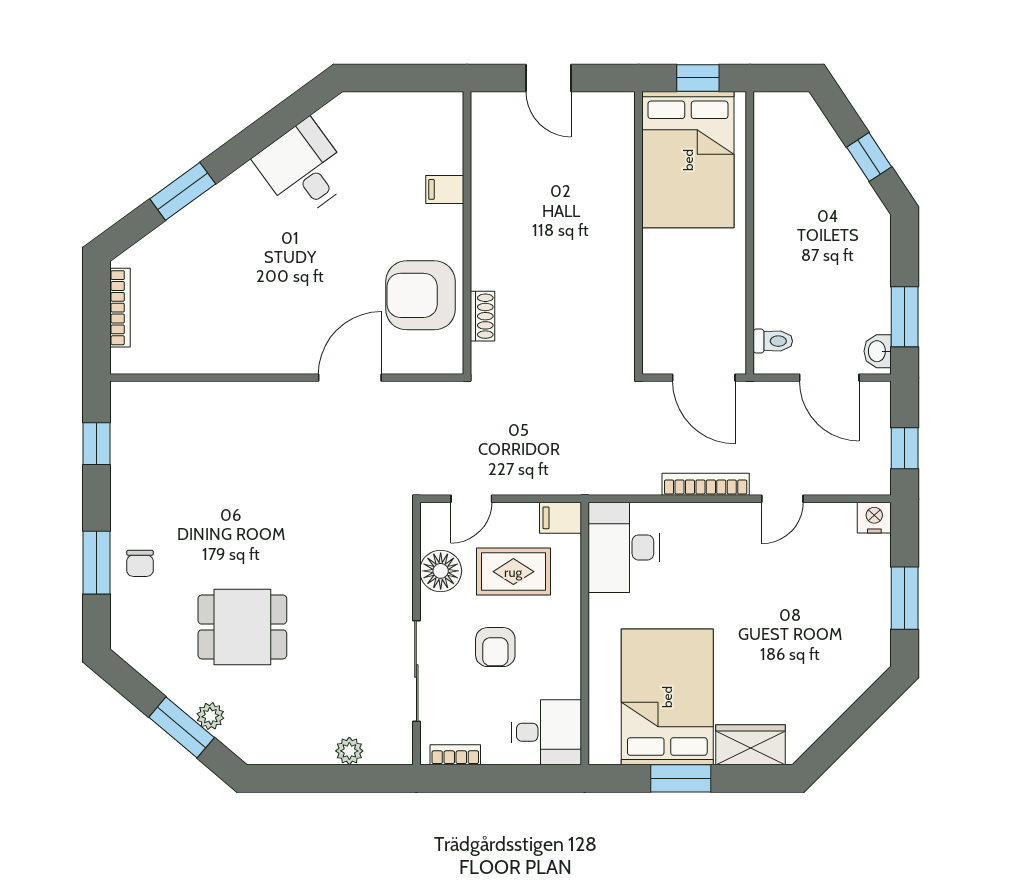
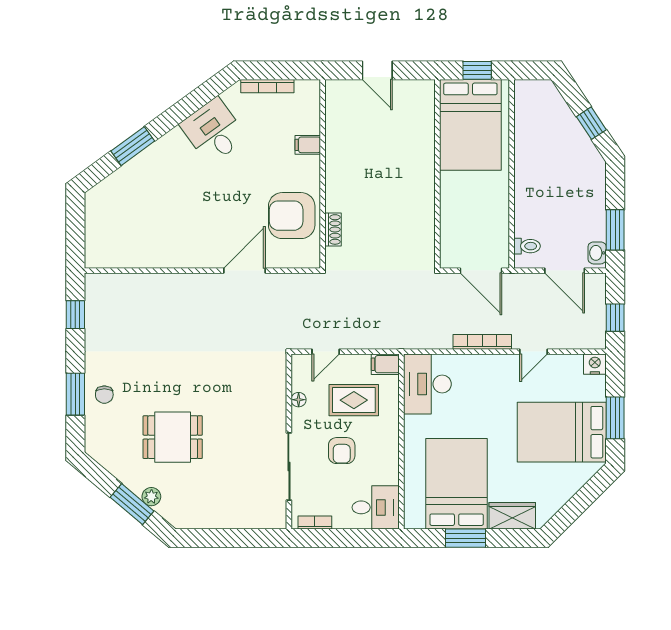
bookcase: (120, 308) -> (267, 86), moved, turned 90
floor lamp: (441, 571) -> (299, 400), width x0.53, depth x0.53
bed: (825, 620) -> (562, 432), added
plant: (349, 751) -> (244, 520), removed

